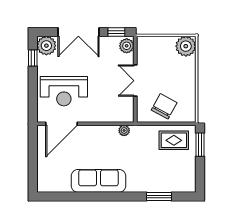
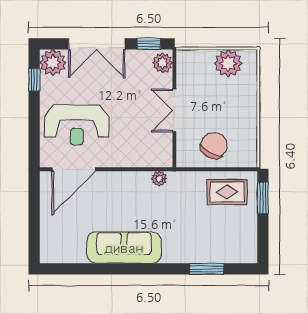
plant: (186, 46) -> (228, 63), moved

